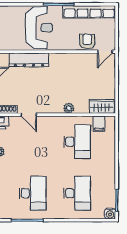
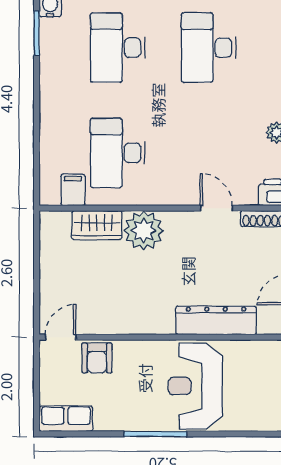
row of seats: (89, 12) -> (66, 419), width x0.50
wardrobe: (102, 106) -> (97, 225), moved
plant: (69, 108) -> (144, 231), width x1.87, depth x1.87

